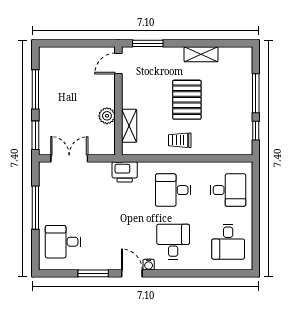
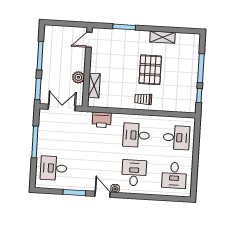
door: (118, 64) -> (89, 40), moved
wall: (118, 101) -> (87, 67), moved
plant: (107, 116) -> (78, 77), moved
shelving: (129, 126) -> (94, 86), moved

